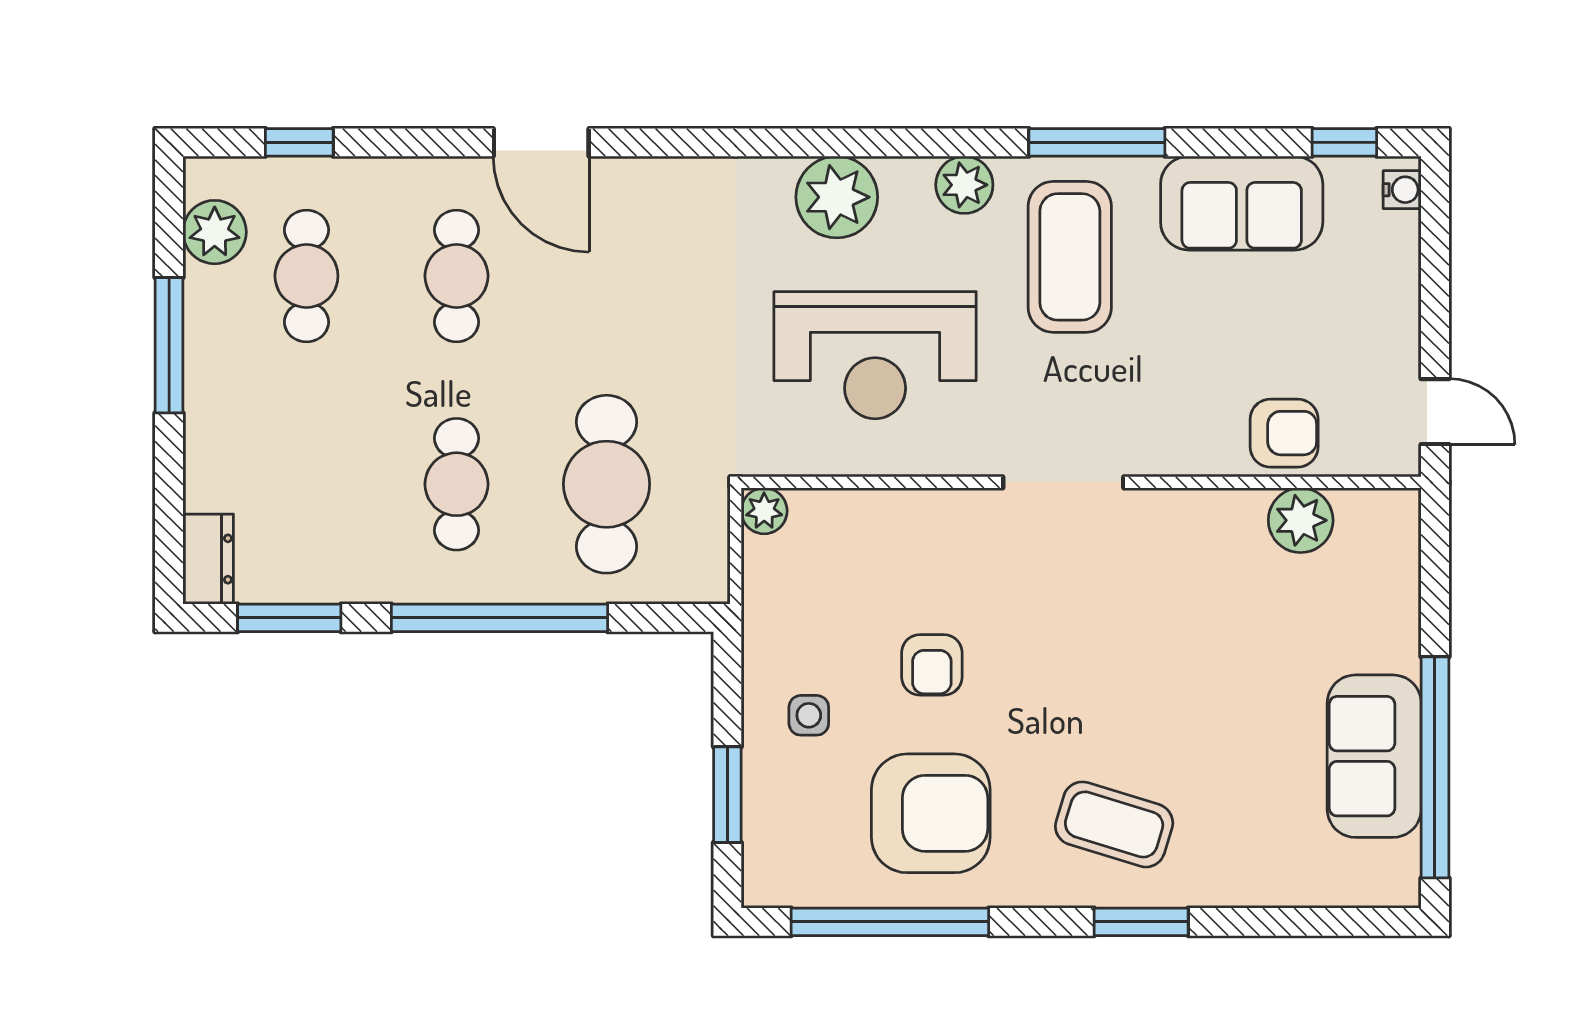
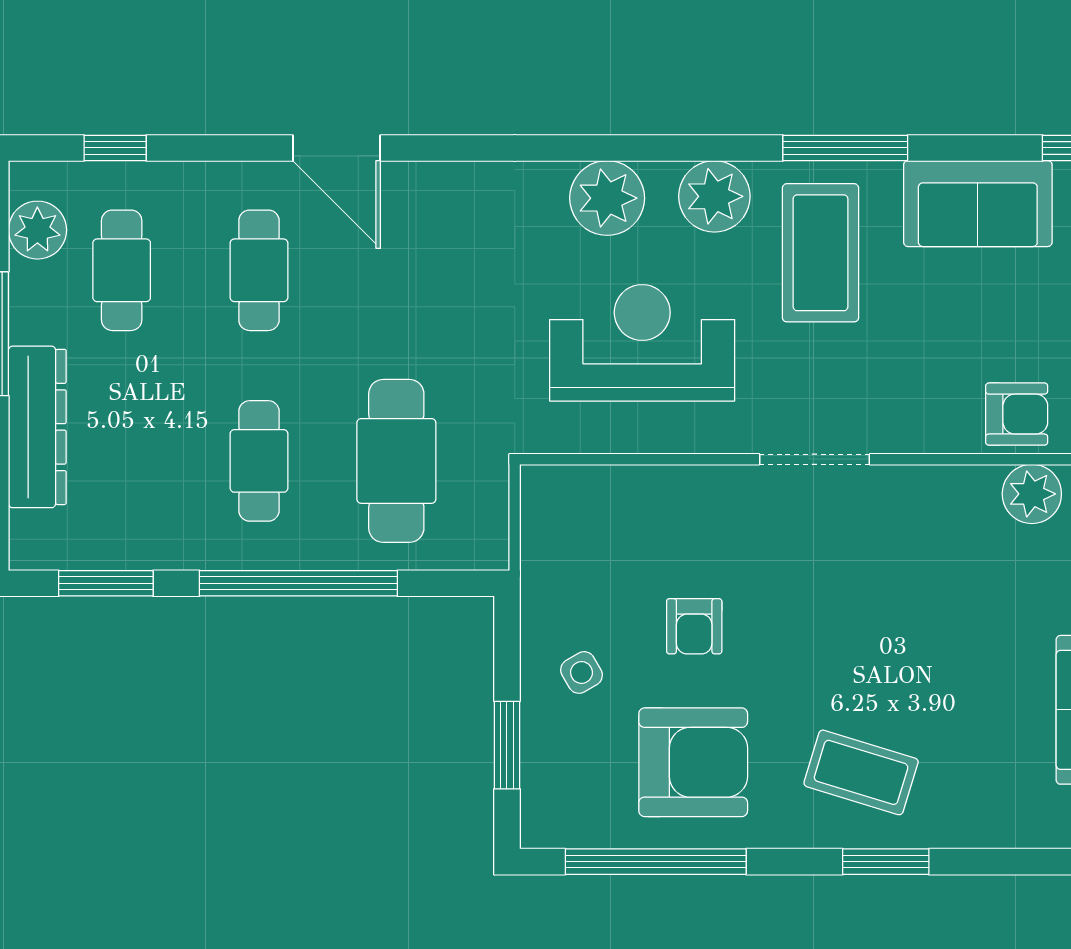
plant: (964, 185) -> (714, 196), width x1.36, depth x1.36
reception desk: (875, 355) -> (642, 343), turned 180
plant: (764, 511) -> (541, 485), removed
dresser: (208, 559) -> (37, 427), moved, width x1.96, depth x1.24
side table: (809, 715) -> (582, 672), turned -30

